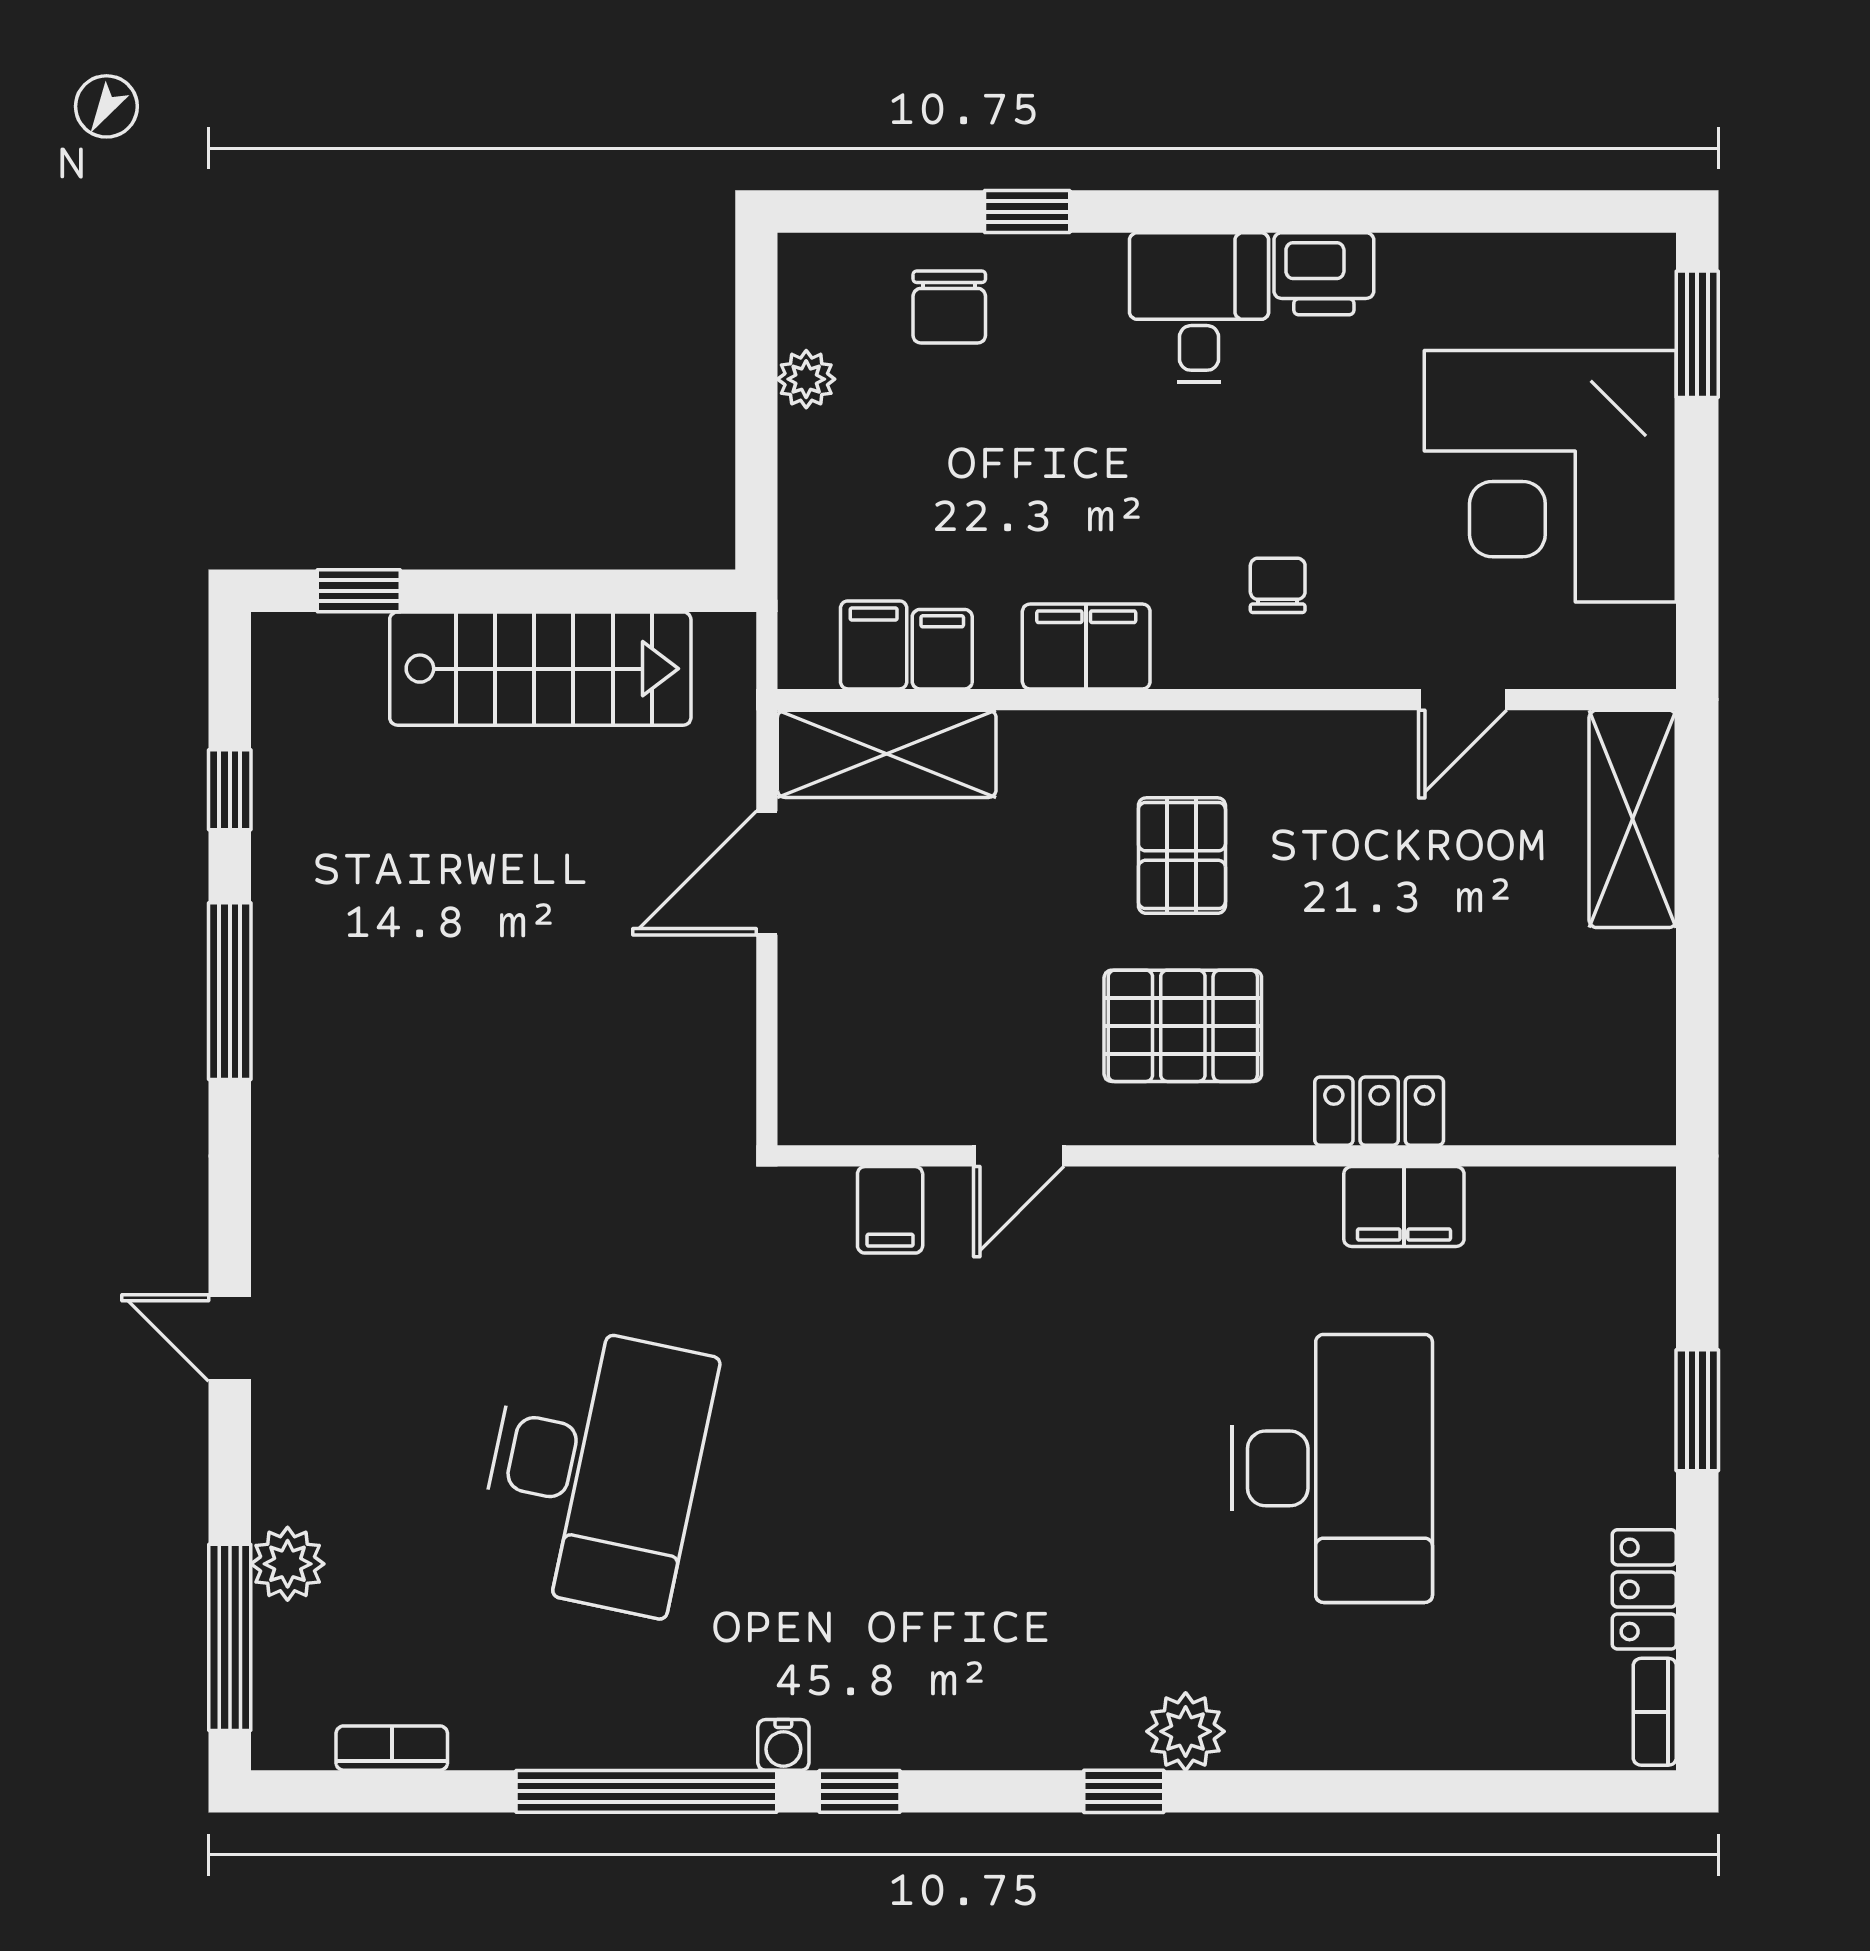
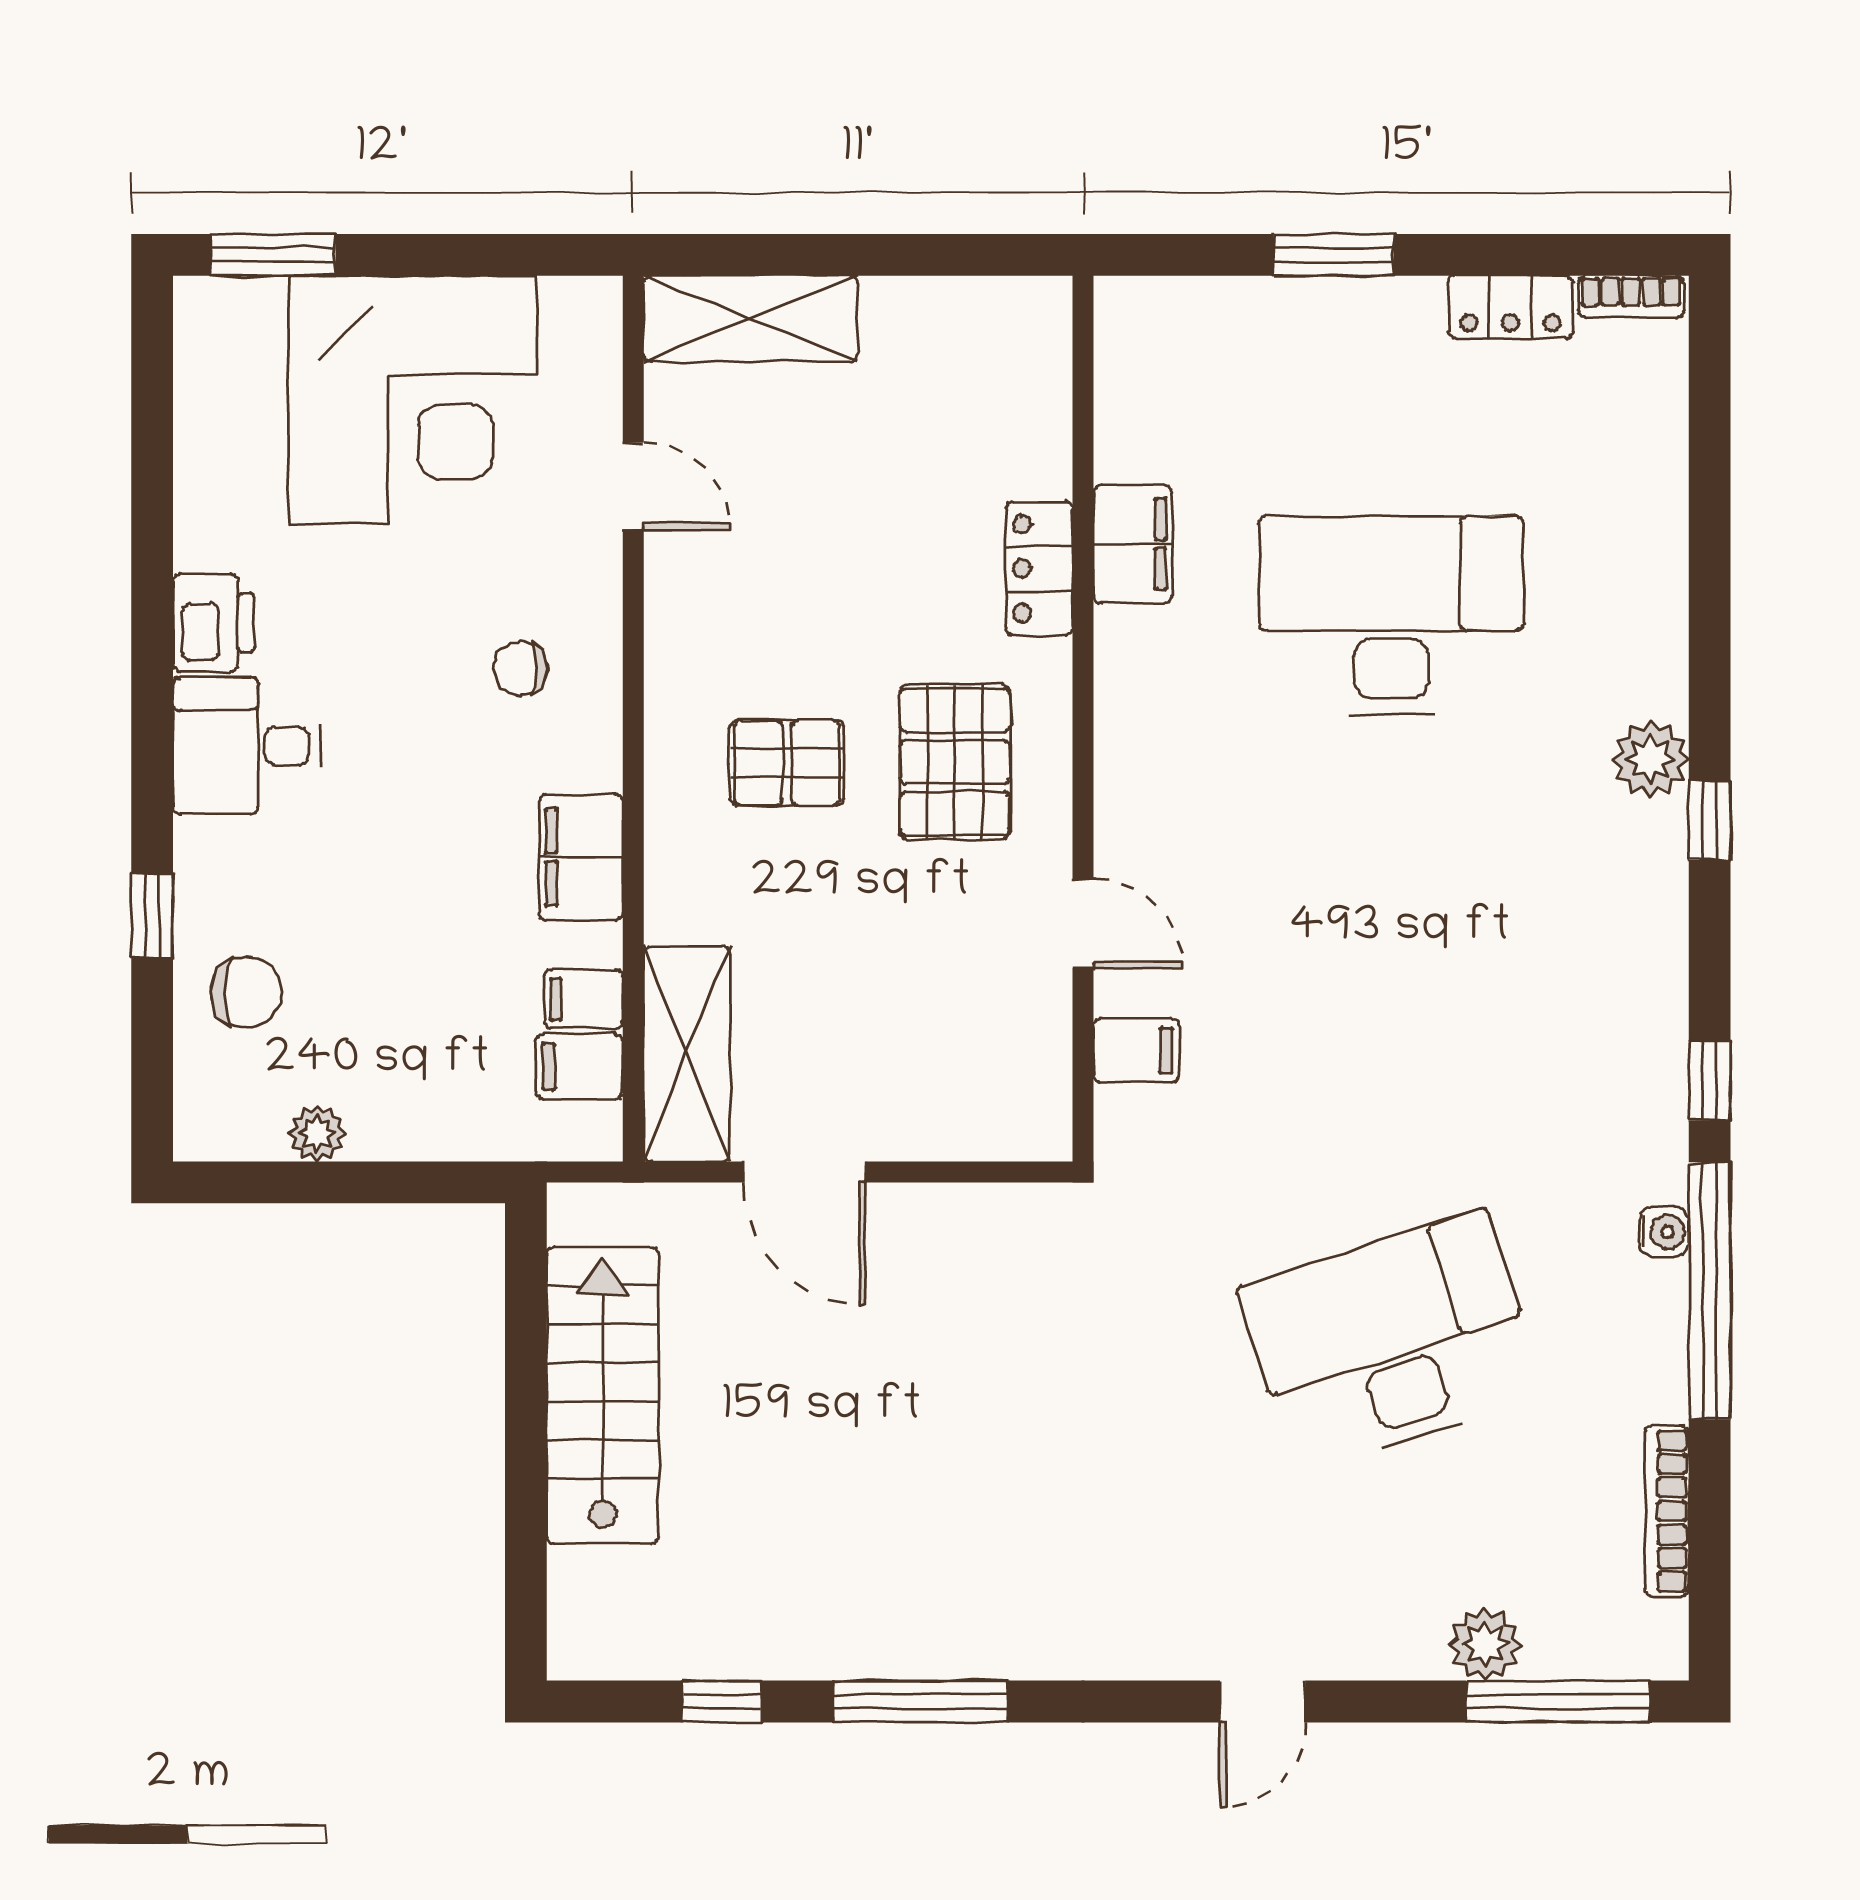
window: (359, 591) -> (526, 1574), removed
desk: (595, 1468) -> (1391, 1341), turned -30
water cooler: (783, 1745) -> (1664, 1232), moved
bookcase: (392, 1748) -> (1667, 1511), width x1.56

